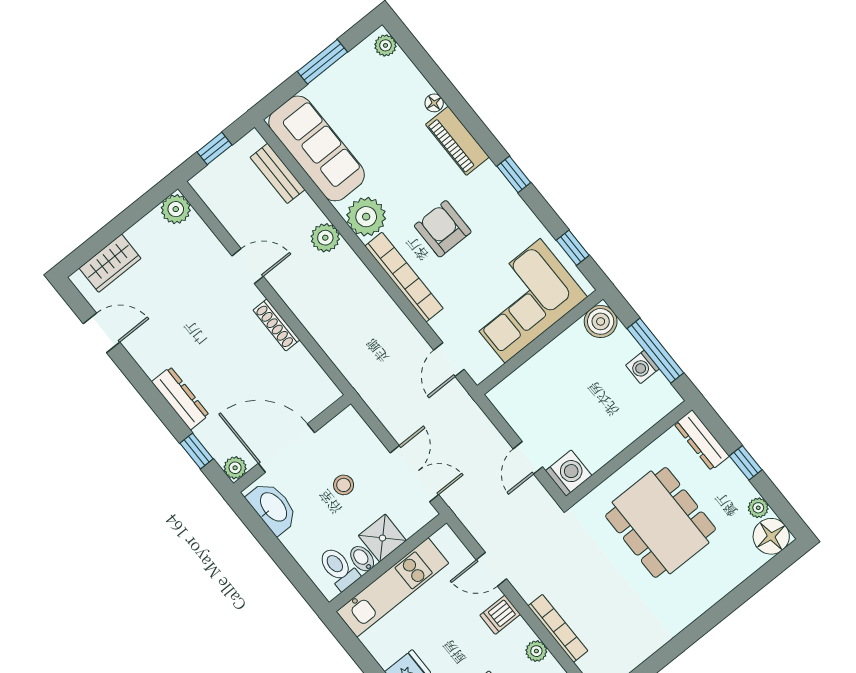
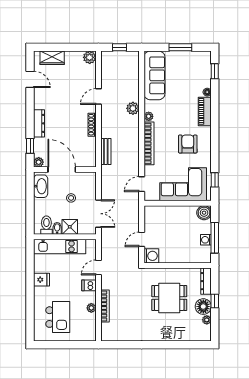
plant: (385, 45) -> (206, 59), removed
bench: (277, 173) -> (106, 152), moved
window: (514, 174) -> (215, 71), moved
plant: (366, 217) -> (149, 116), width x0.53, depth x0.53
armchair: (443, 229) -> (188, 144), moved
door: (248, 266) -> (98, 97), swing flipped
dining table: (661, 522) -> (169, 298), width x0.73
floor lamp: (771, 536) -> (203, 307), moved
door: (491, 569) -> (98, 268), hinge flipped

